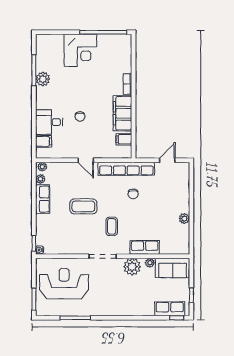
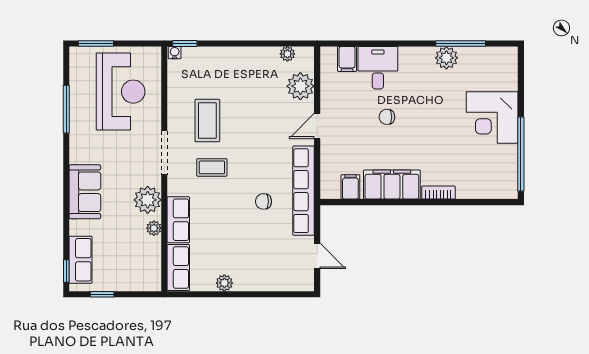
plant: (42, 167) -> (300, 86), moved, width x1.87, depth x1.87
row of seats: (43, 199) -> (178, 268), moved, turned -90
coffee table: (83, 206) -> (207, 121), moved
sofa: (173, 268) -> (85, 192), moved, turned 180

